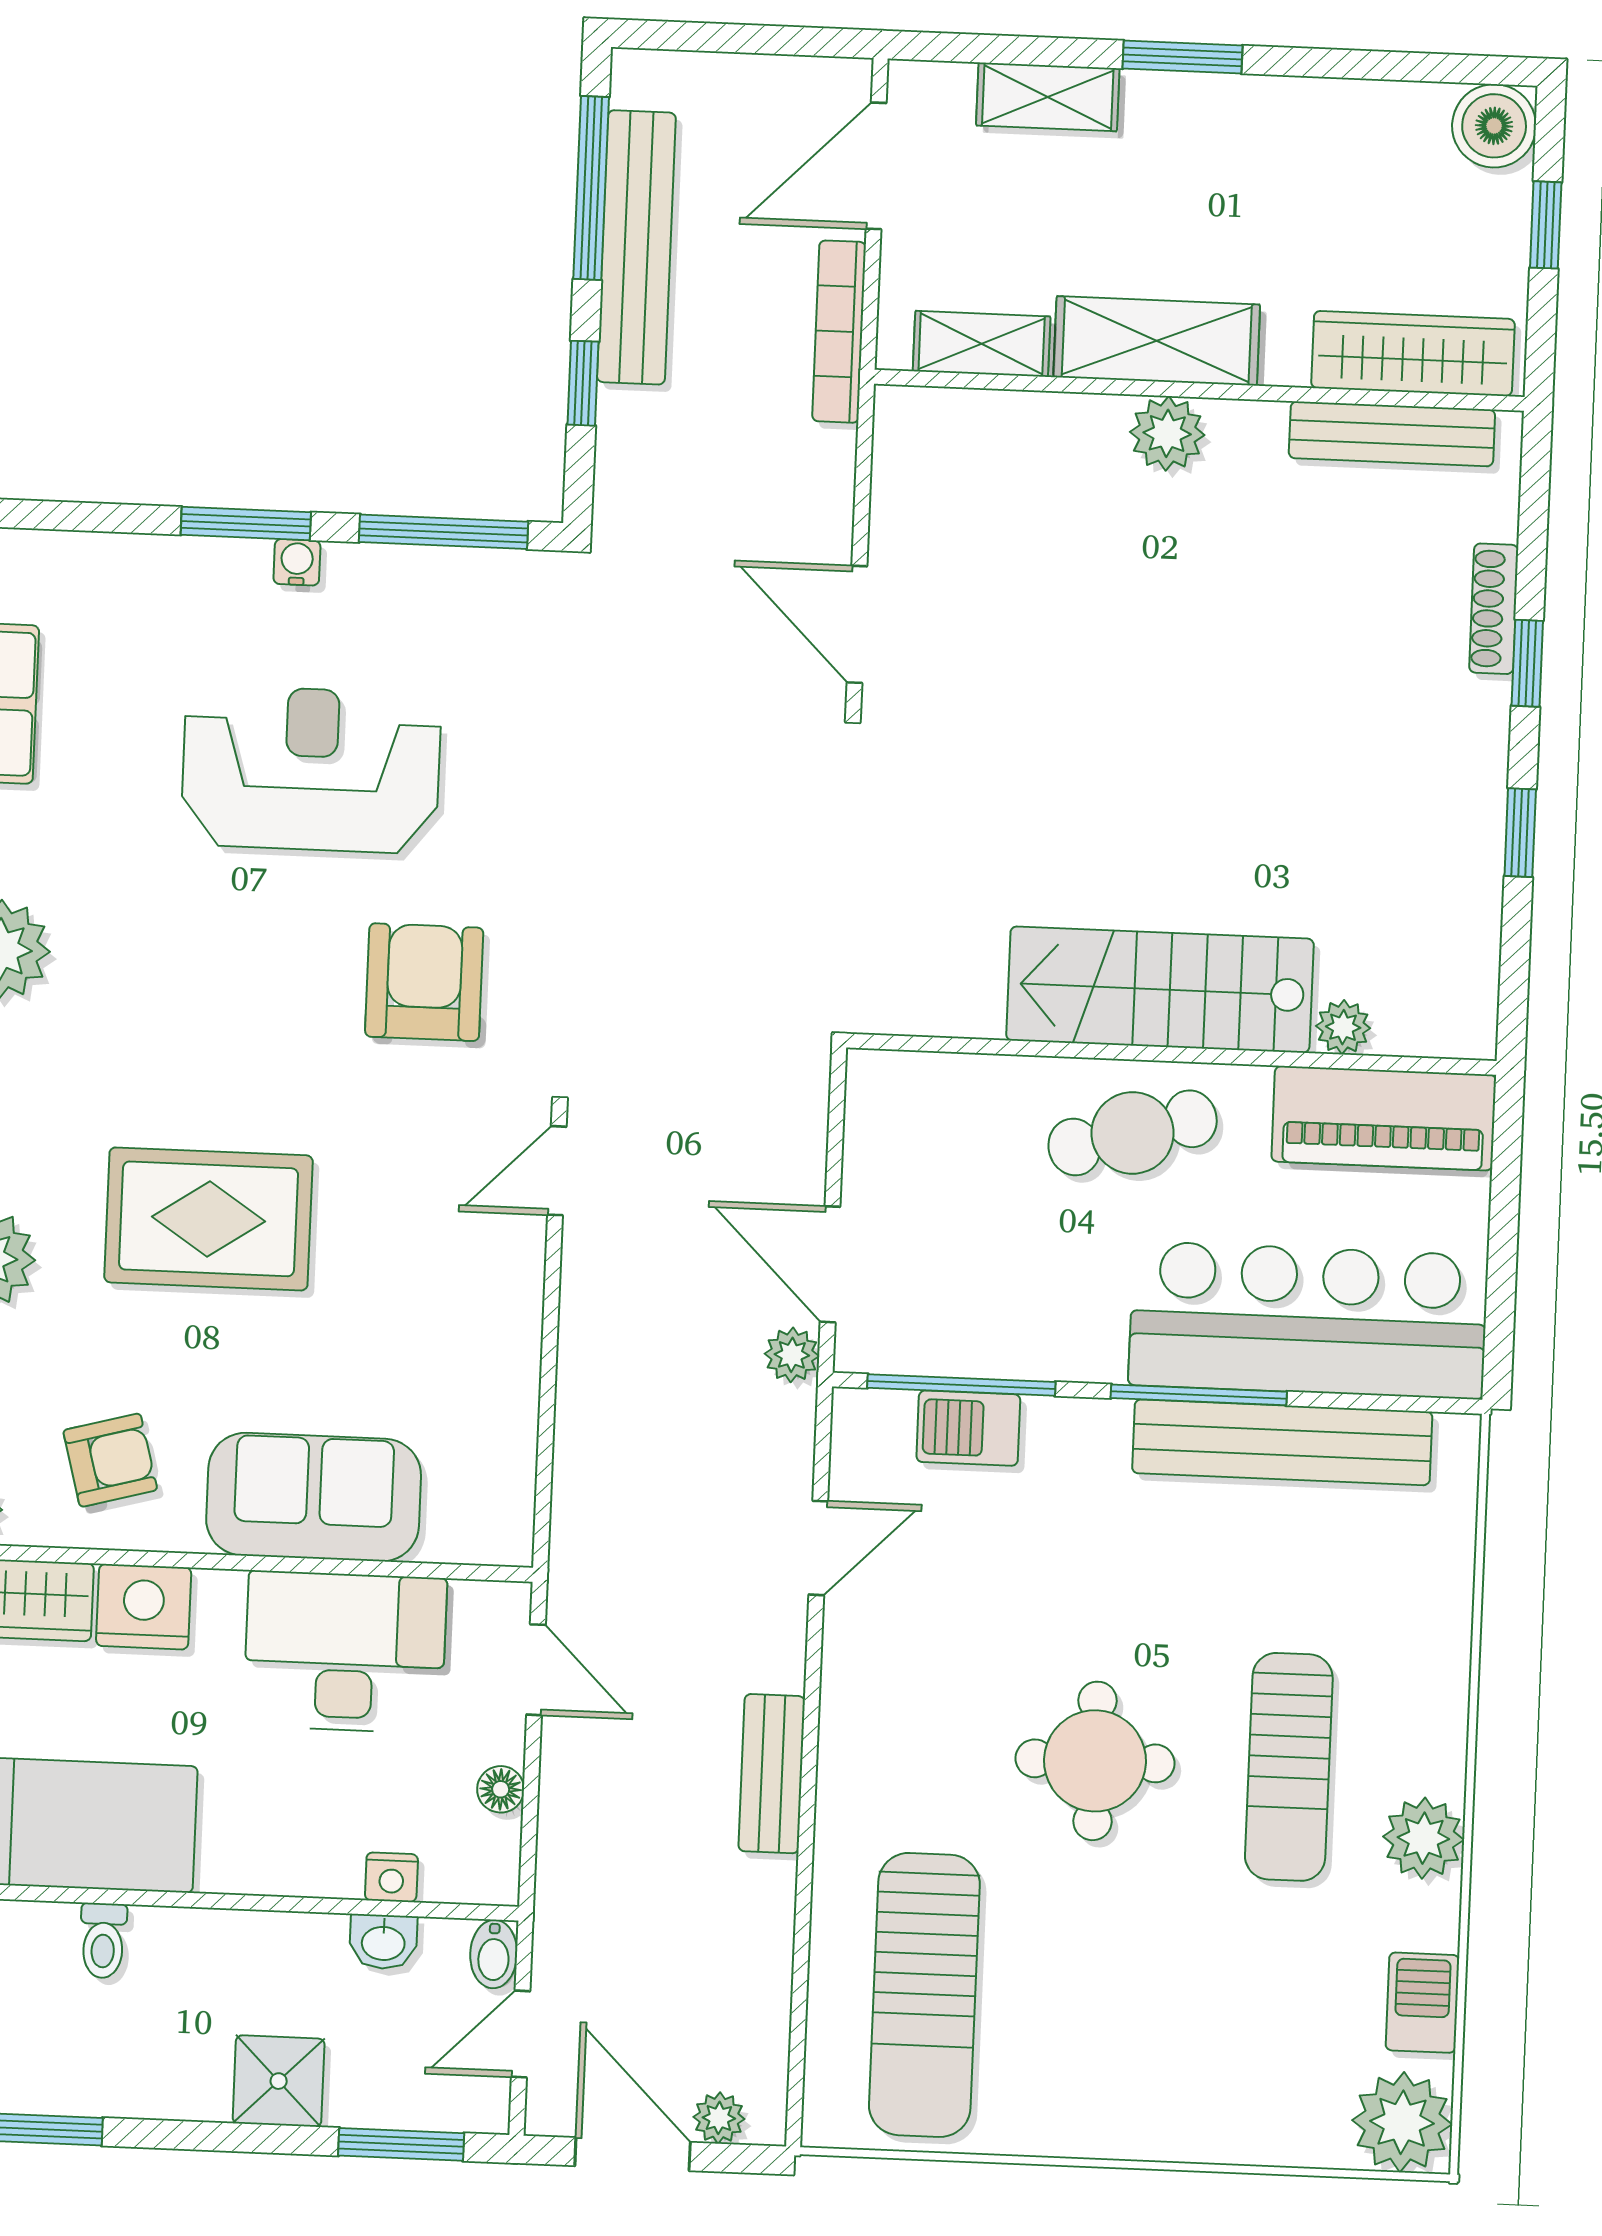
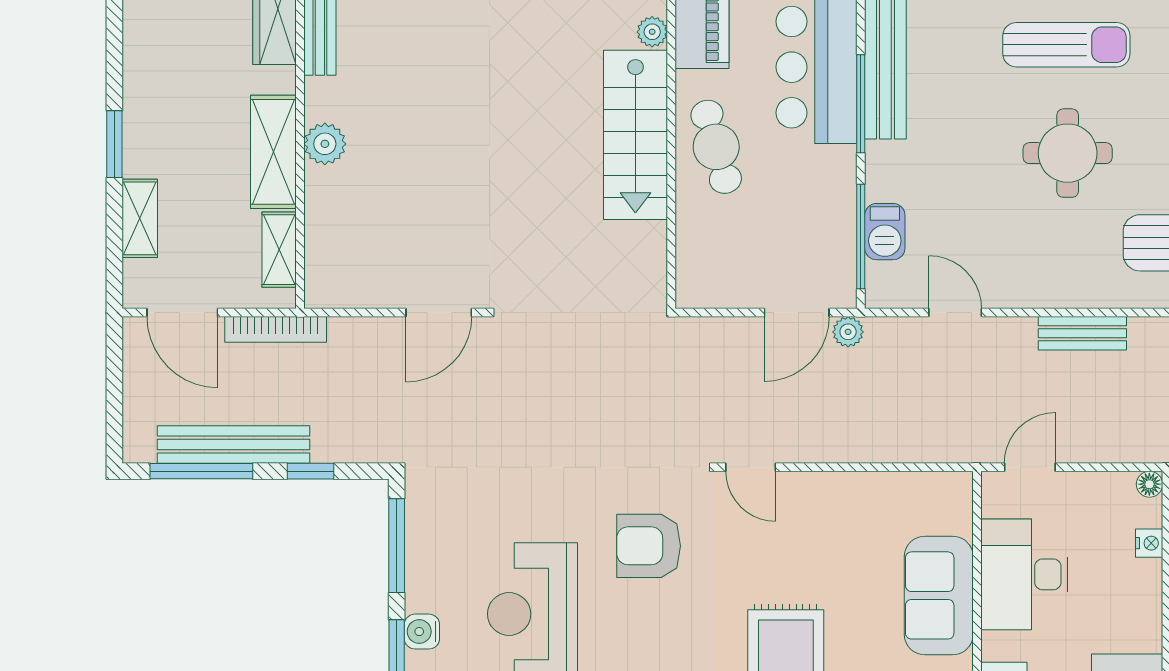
water cooler: (297, 562) -> (422, 632), width x1.38, depth x1.38
floor lamp: (501, 1789) -> (1149, 484), moved

